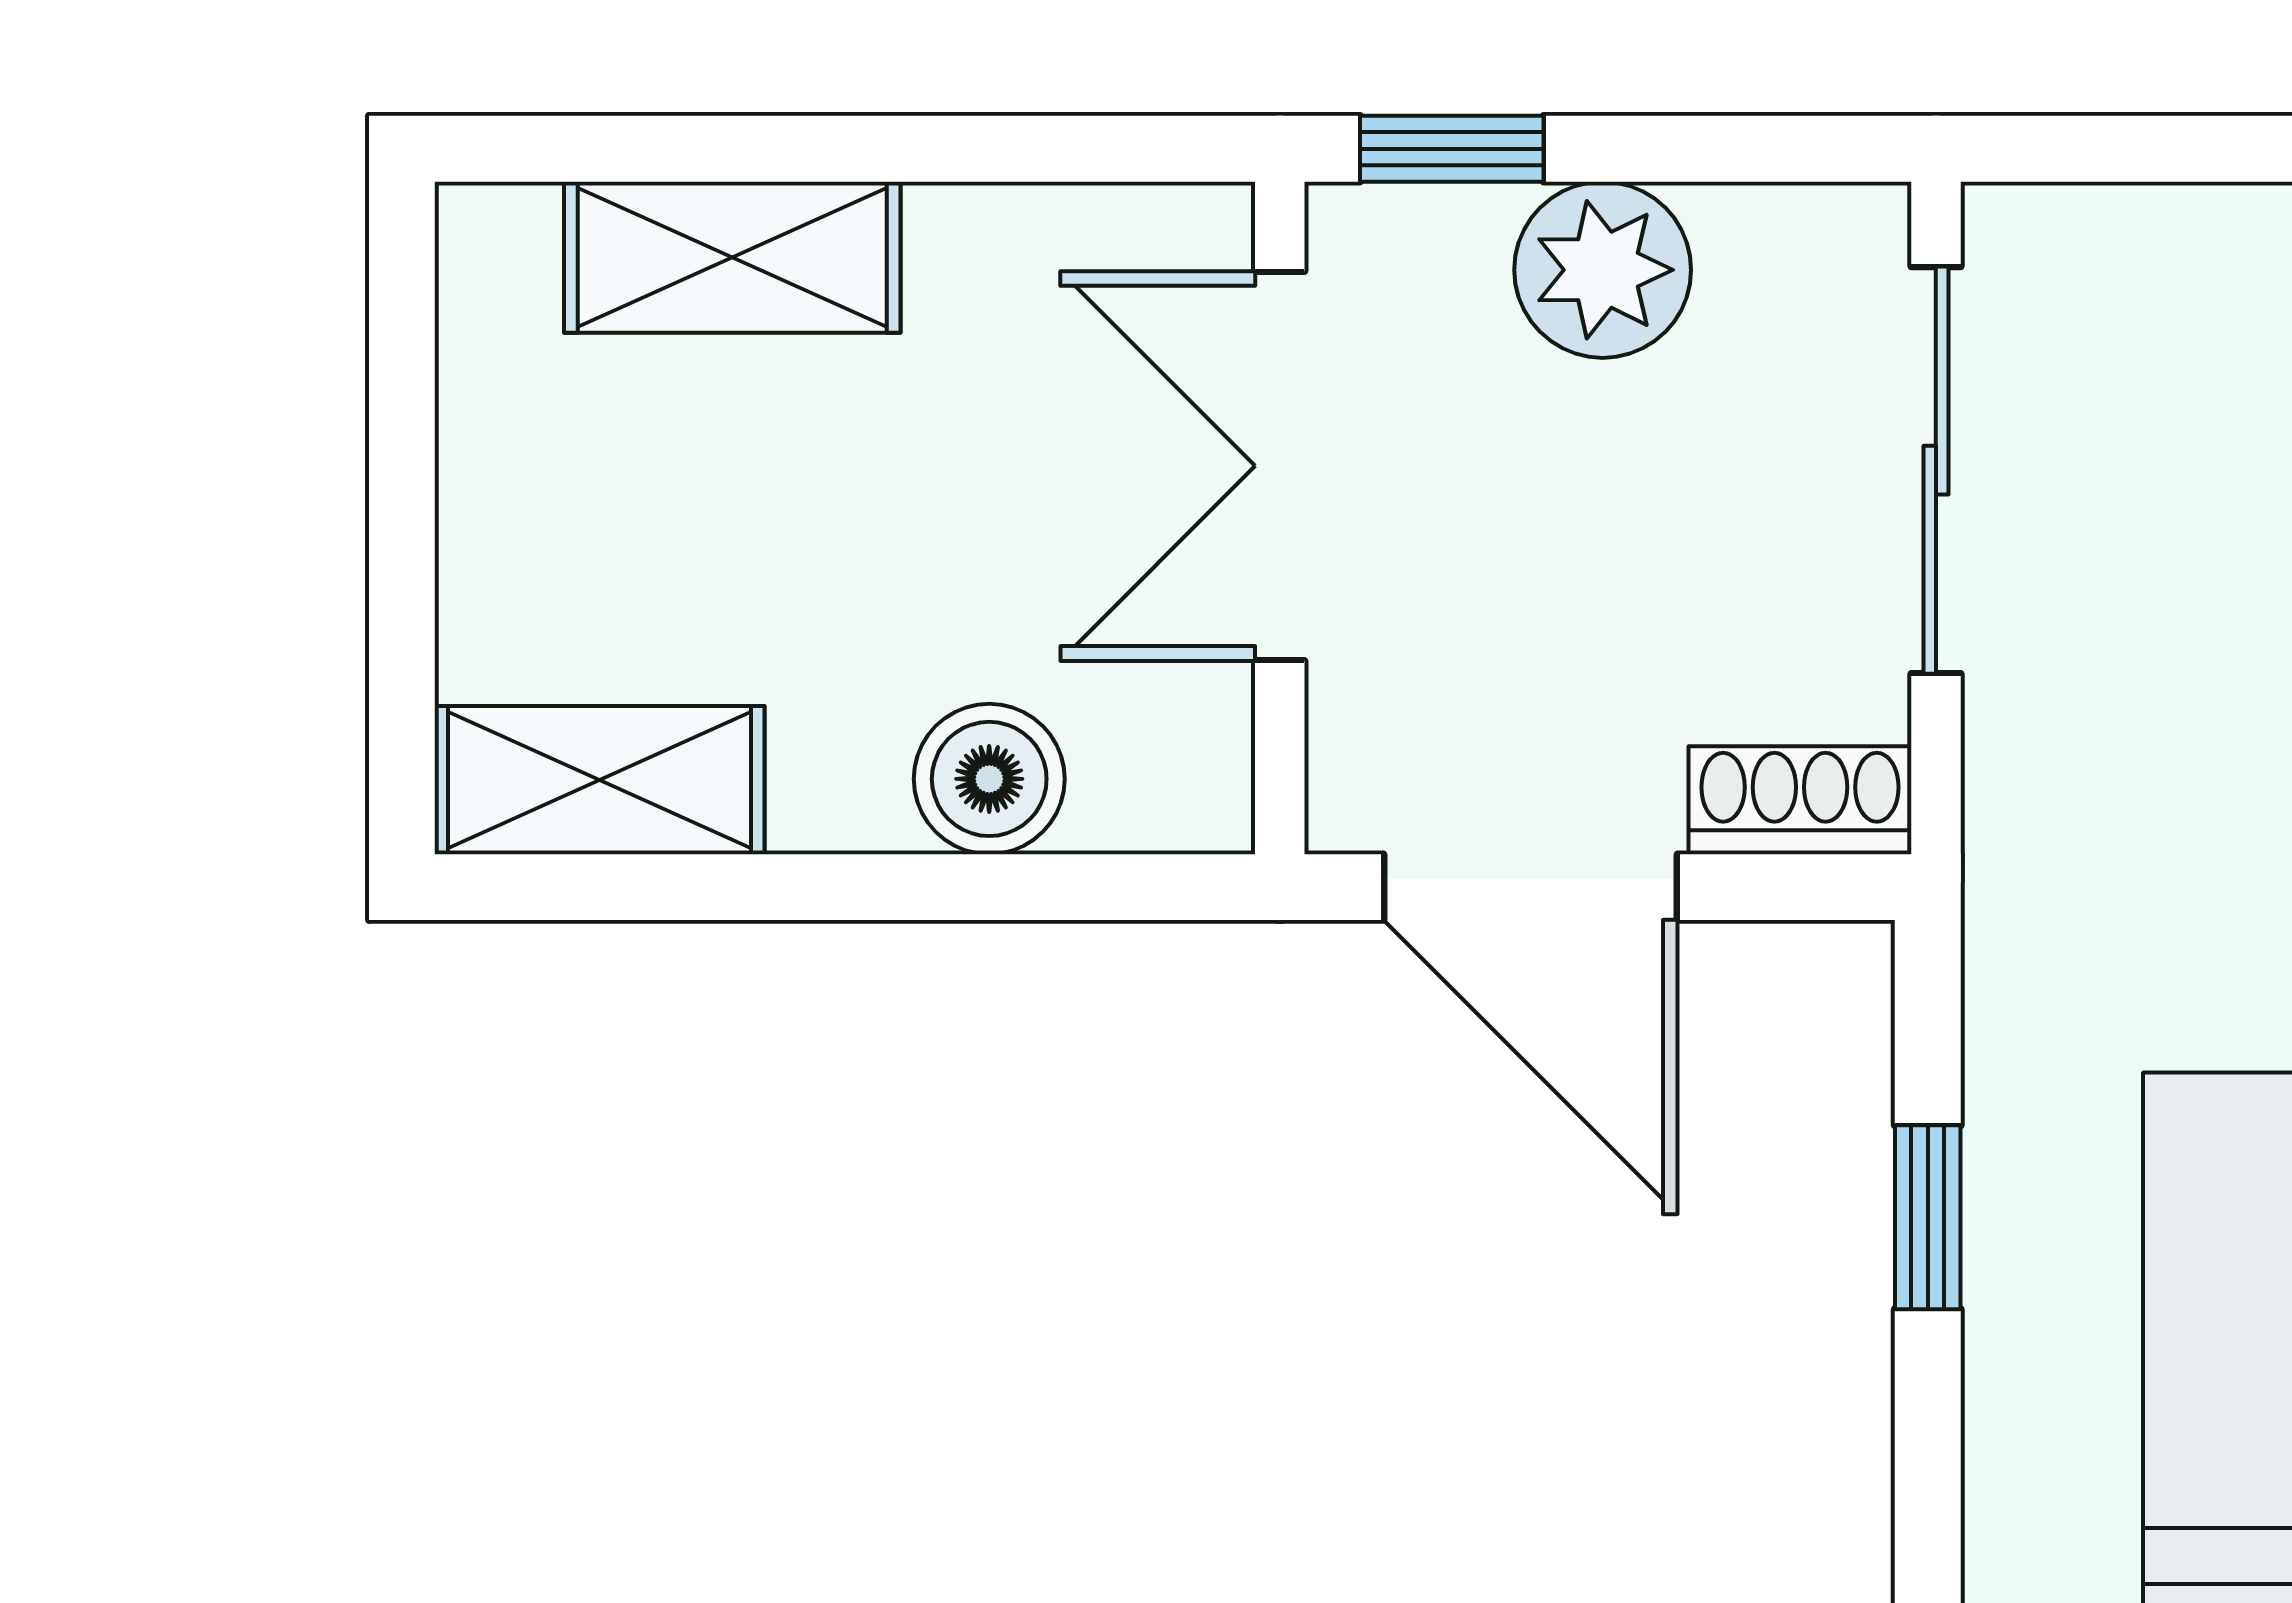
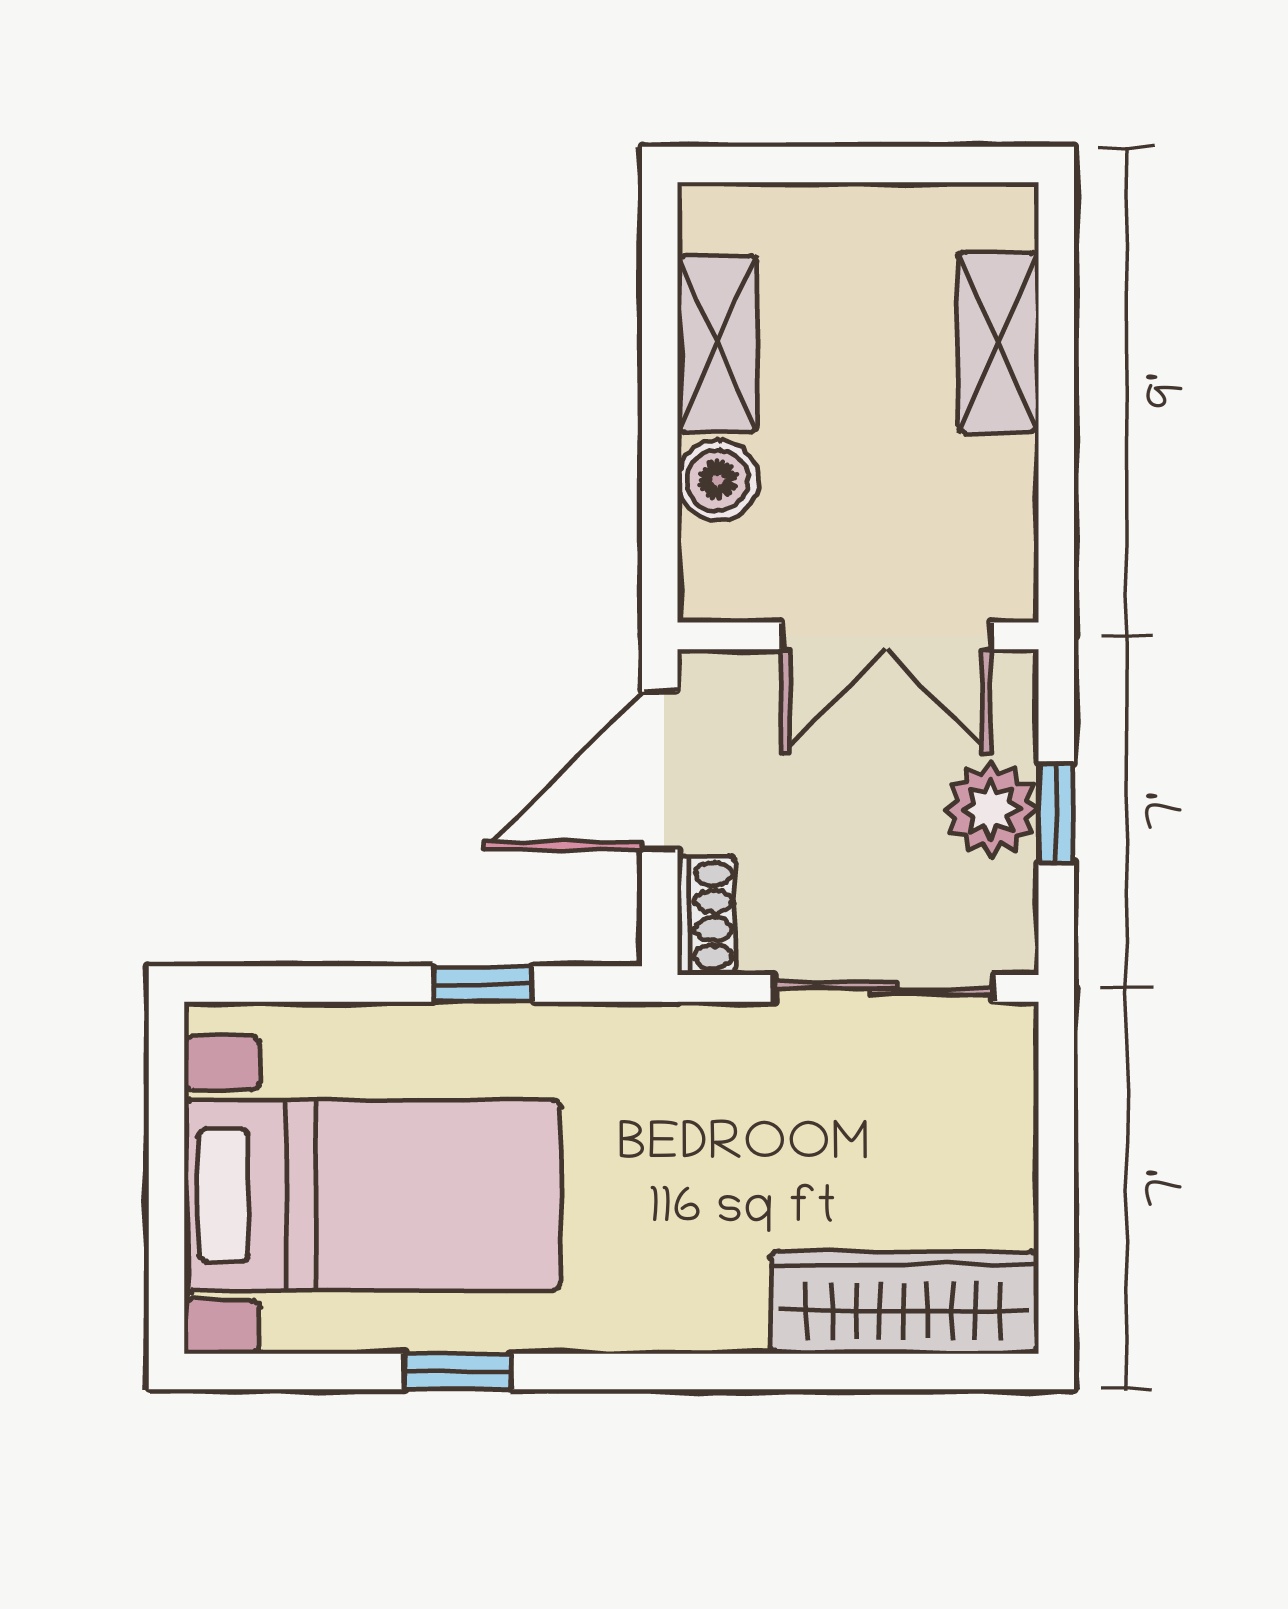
window: (1452, 149) -> (1056, 813), moved
double door: (1280, 466) -> (886, 636), swing flipped
shelving: (599, 780) -> (717, 344), moved

